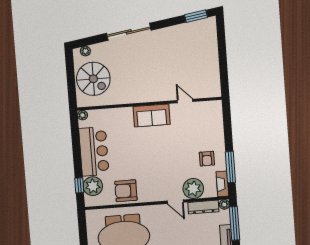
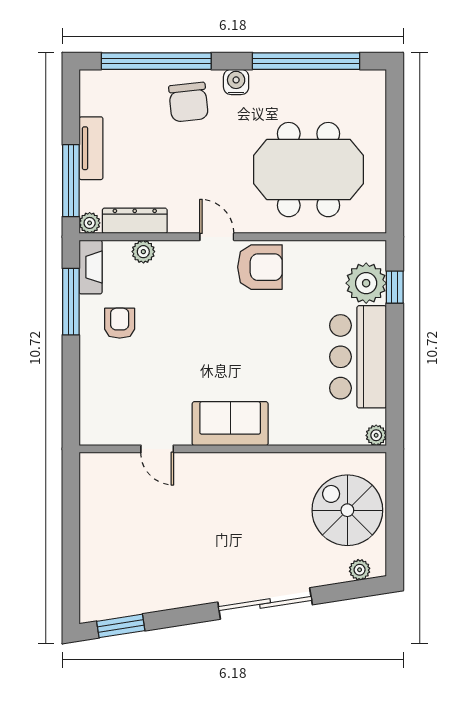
plant: (193, 189) -> (143, 252), width x0.53, depth x0.53
armchair: (126, 191) -> (260, 267), moved
door: (175, 202) -> (217, 237), moved

